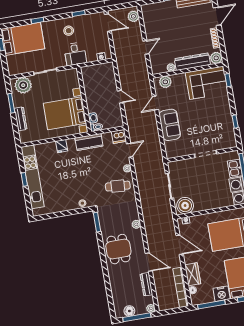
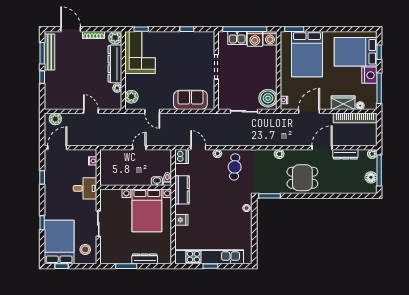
stool: (69, 31) -> (85, 249), moved
plant: (23, 85) -> (109, 250), removed
sofa: (170, 125) -> (190, 100), moved

